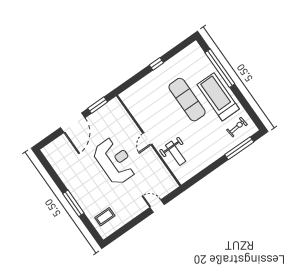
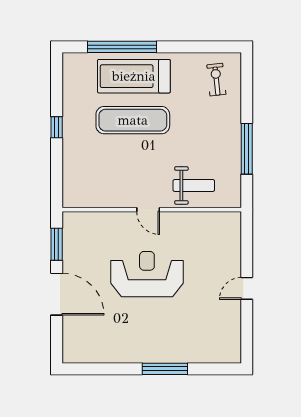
treadmill: (218, 97) -> (134, 76), moved
window: (239, 148) -> (247, 149), moved
door: (157, 206) -> (247, 288), moved
coffee table: (105, 217) -> (212, 339), removed

